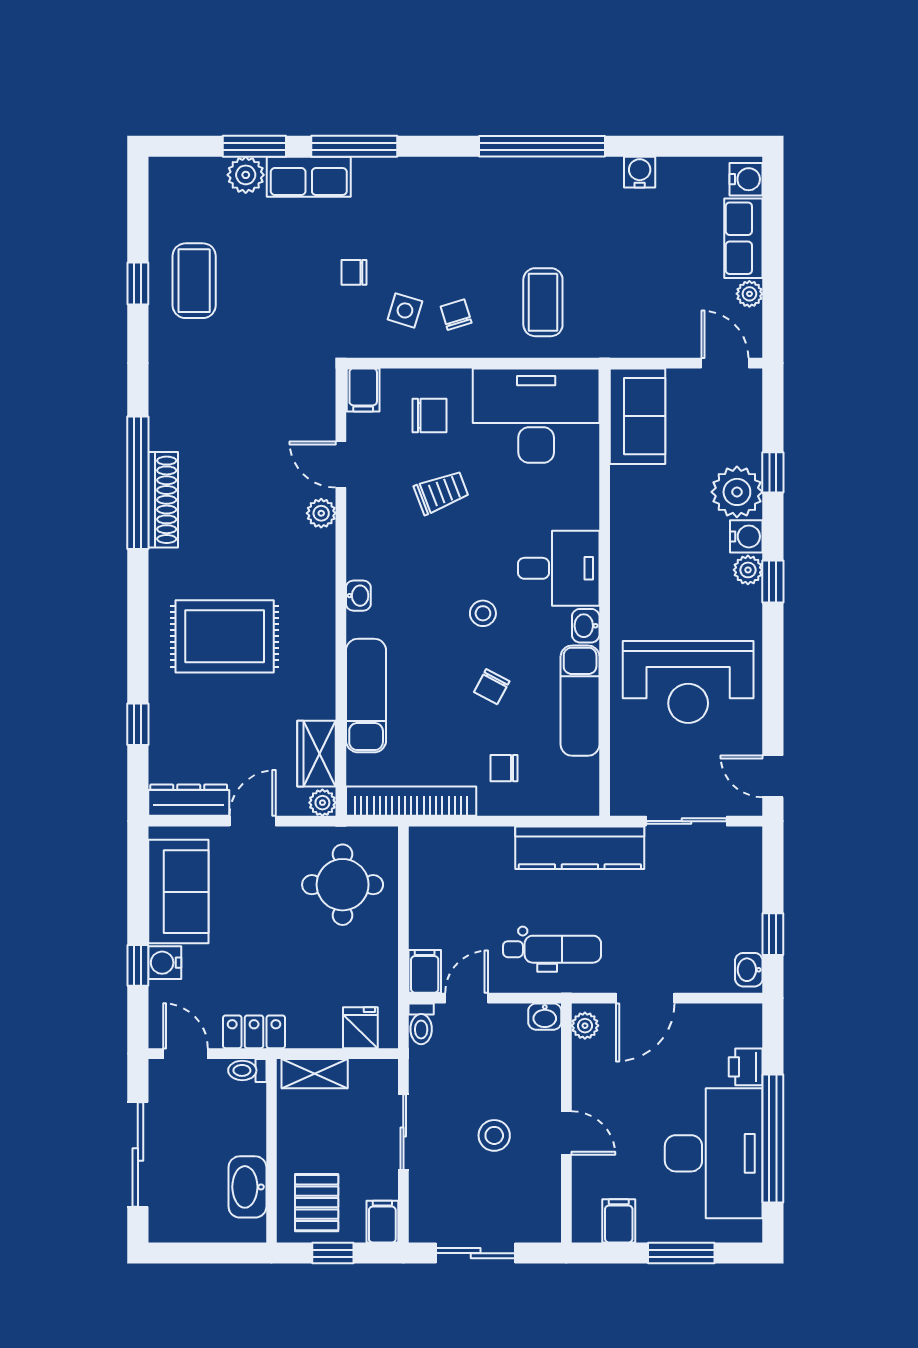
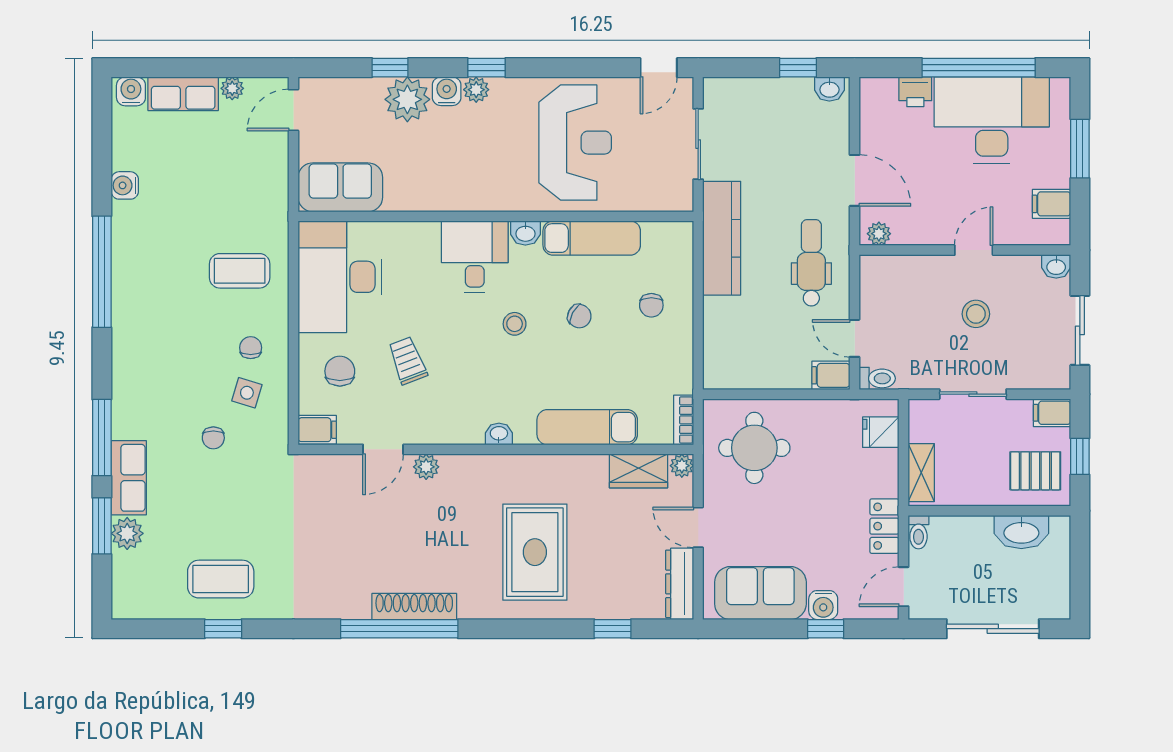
chair: (456, 315) -> (251, 348), turned 107
bookcase: (411, 801) -> (684, 420), width x0.43, depth x0.76
washbasin: (545, 1017) -> (1056, 266), moved, turned 90

